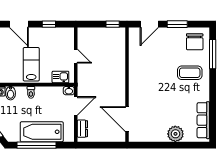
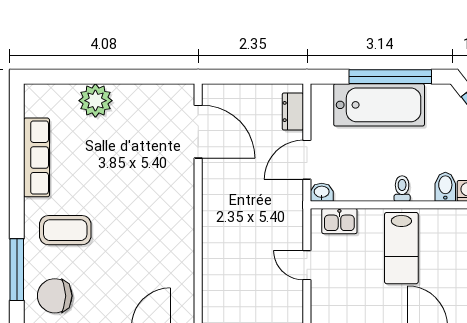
chair: (195, 42) -> (55, 296), turned -90
row of seats: (203, 120) -> (36, 157), moved

